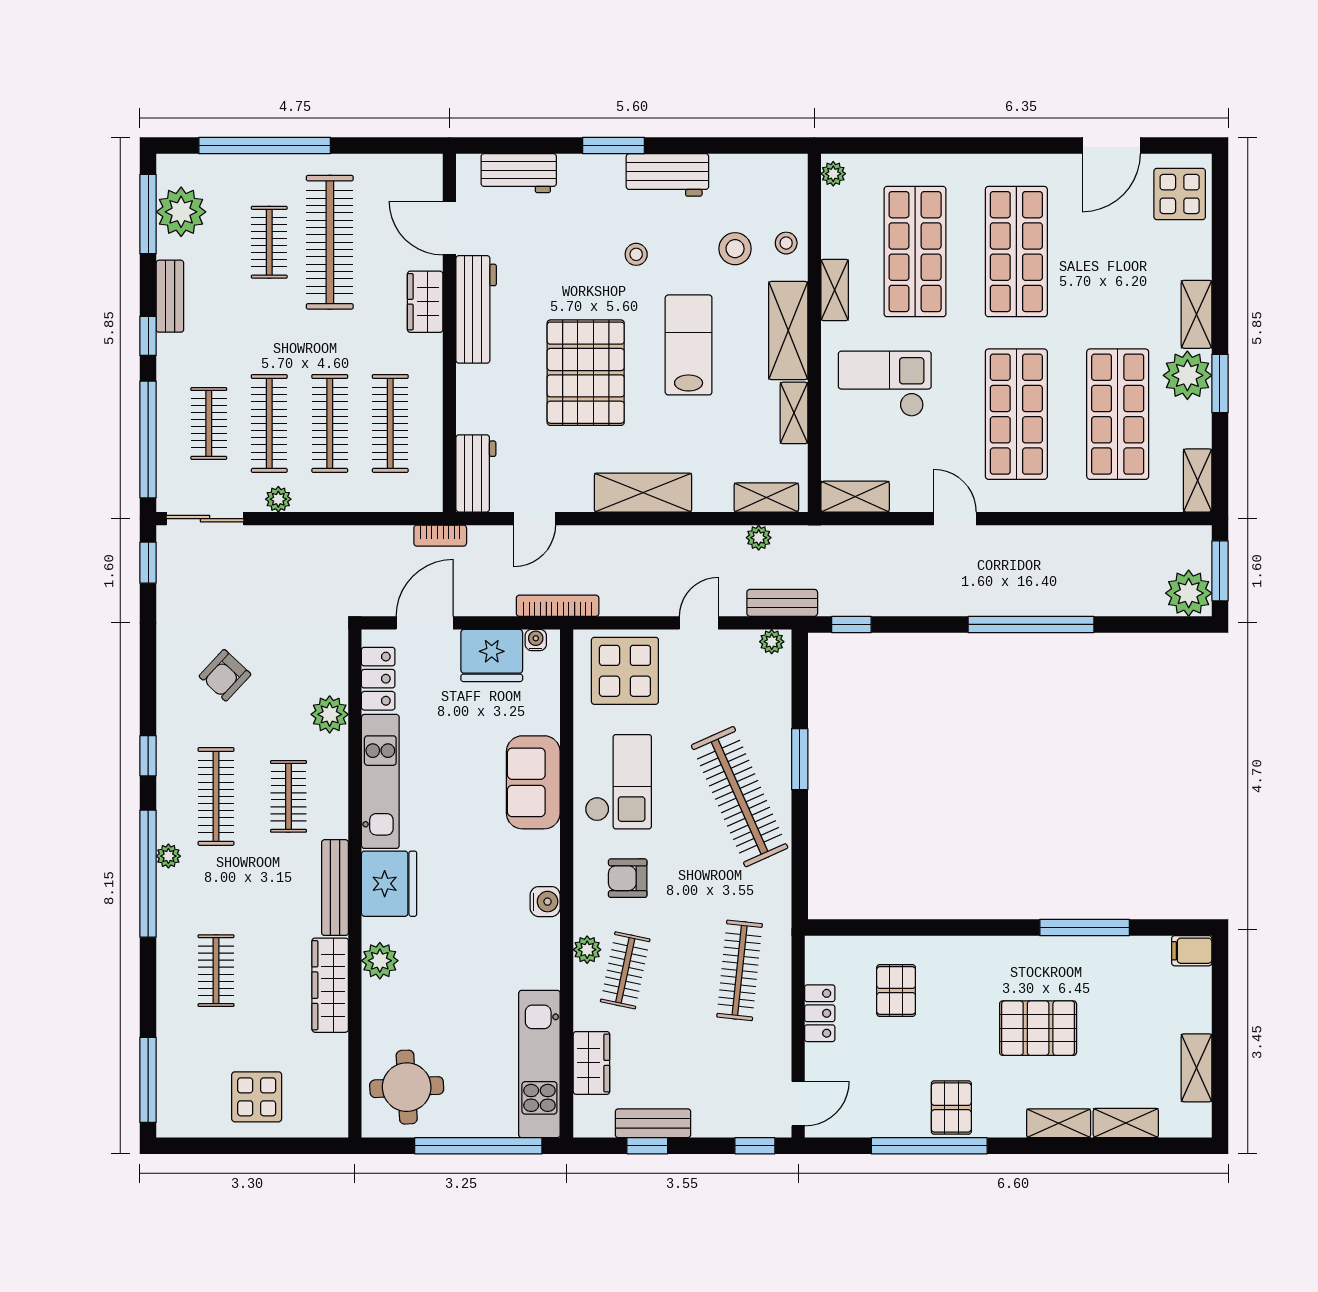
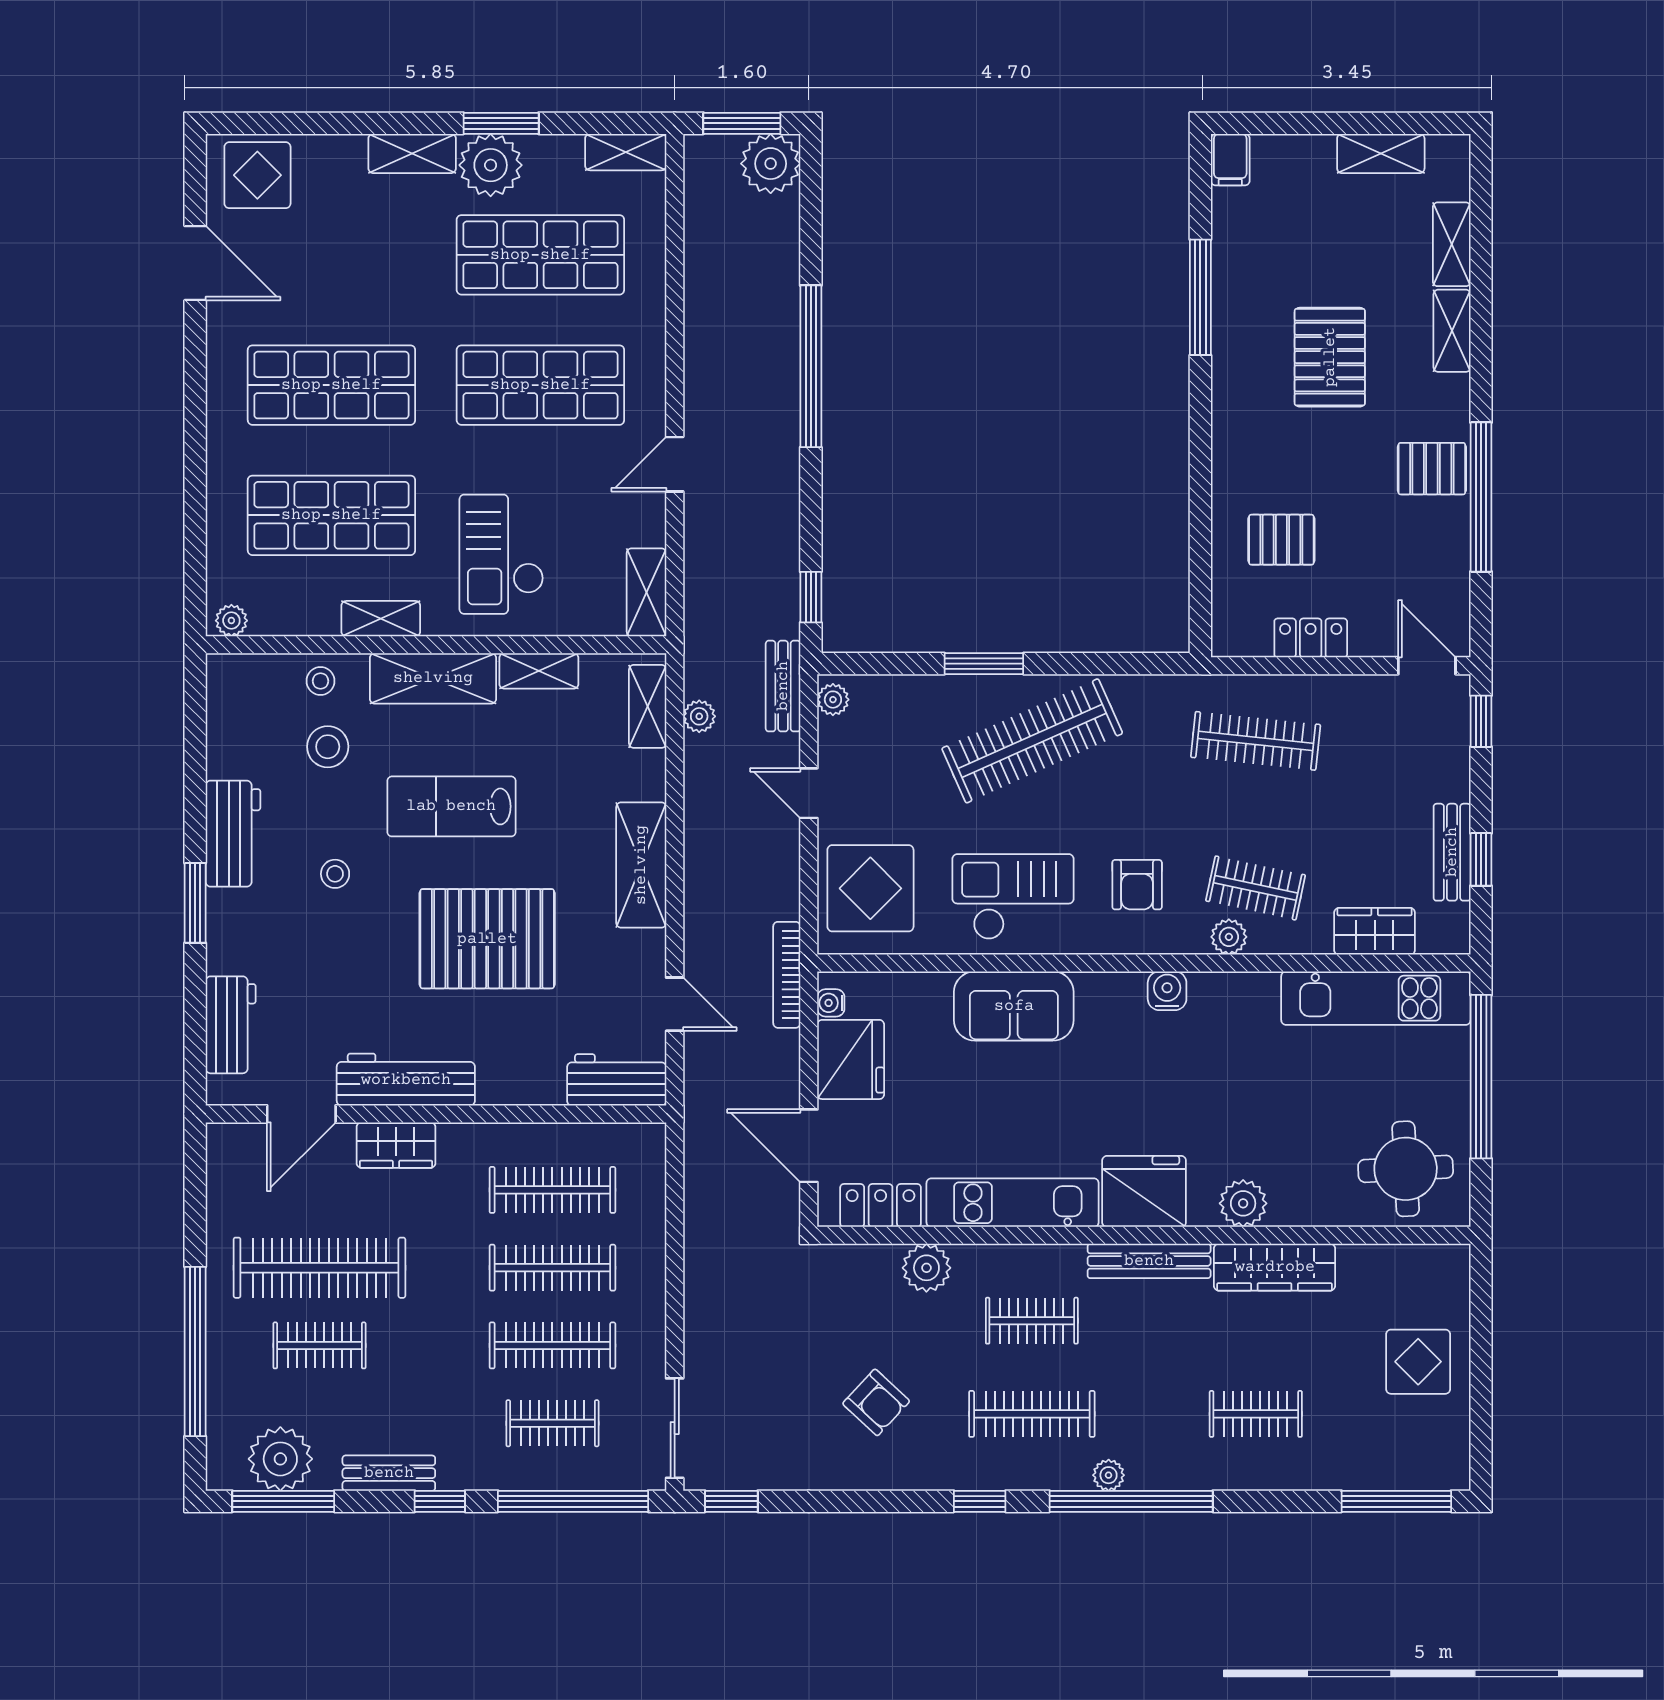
plant: (278, 499) -> (650, 1334), removed
bookcase: (440, 536) -> (697, 1126), removed

